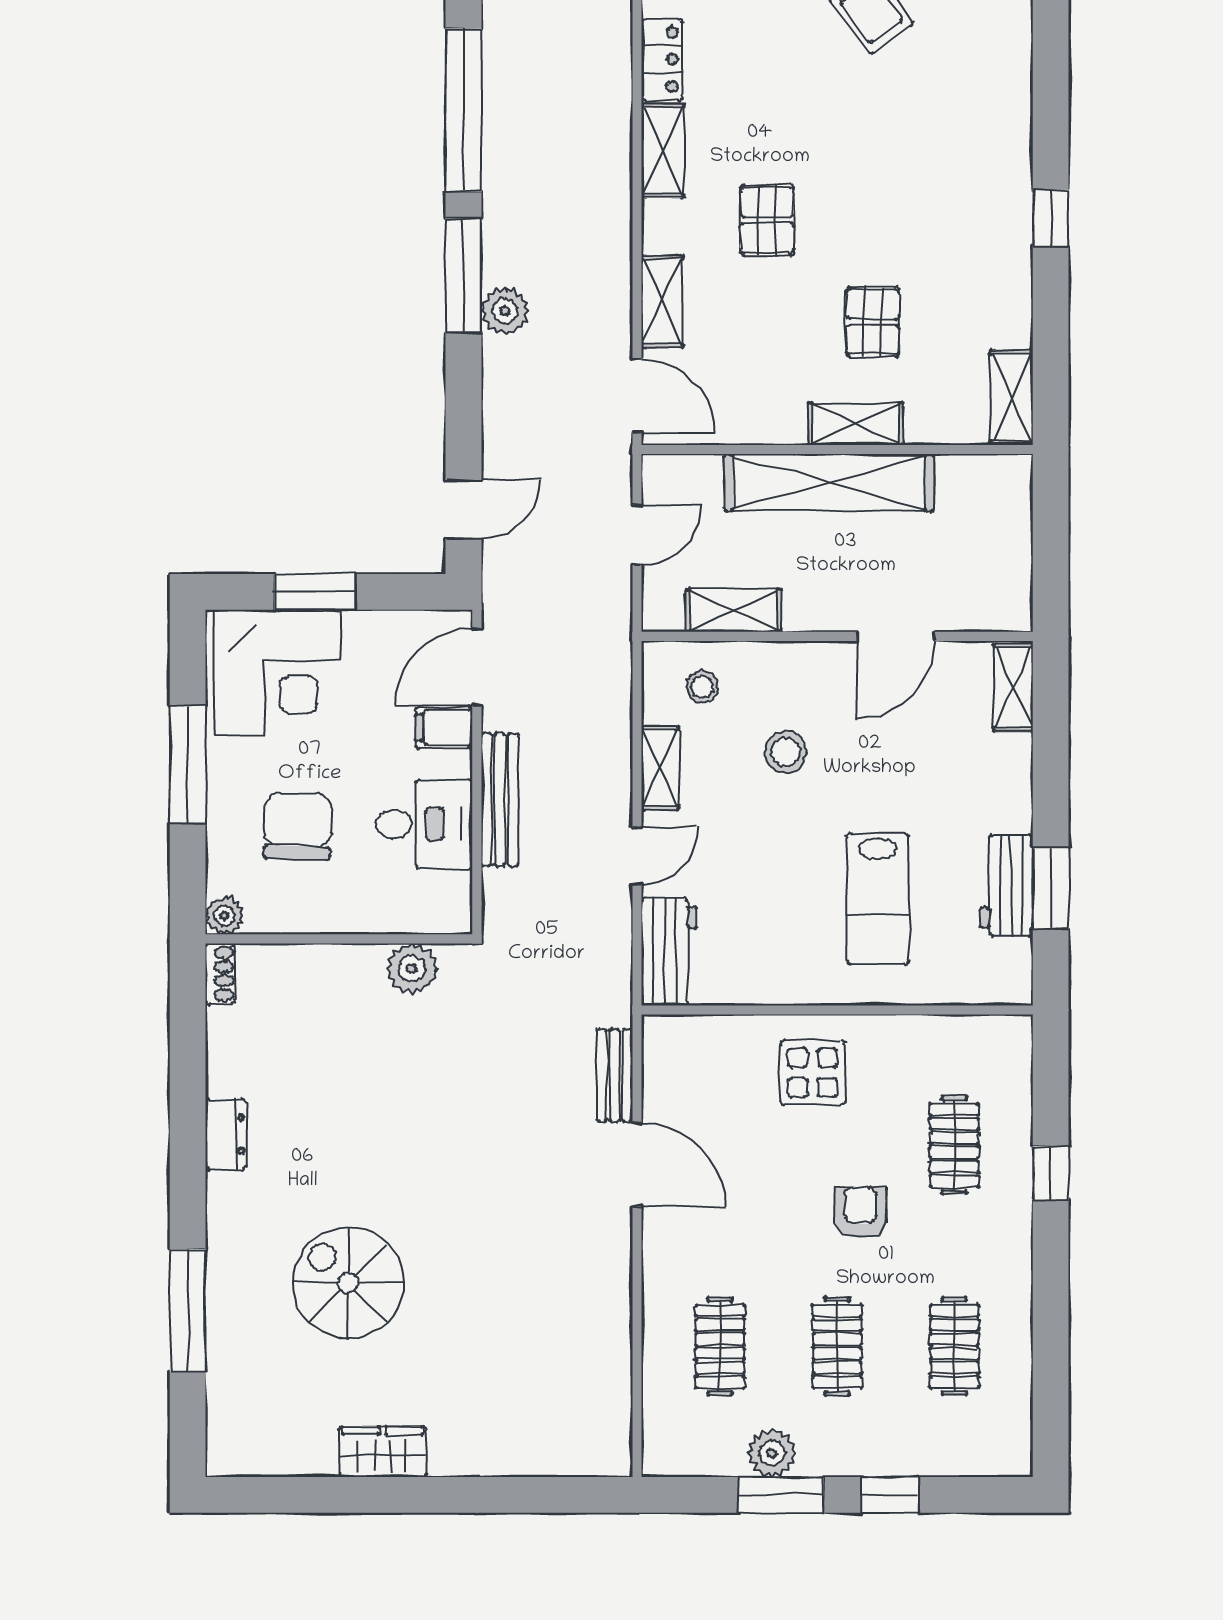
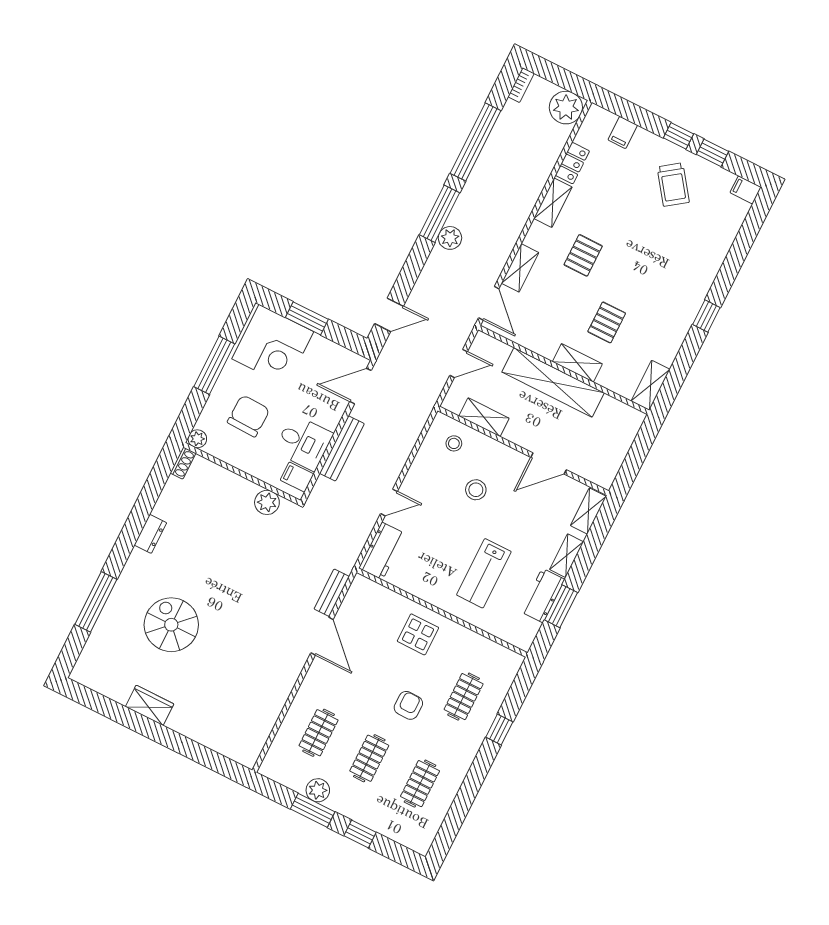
filing cabinet: (444, 728) -> (297, 477), moved
shelving: (660, 768) -> (567, 556), moved

